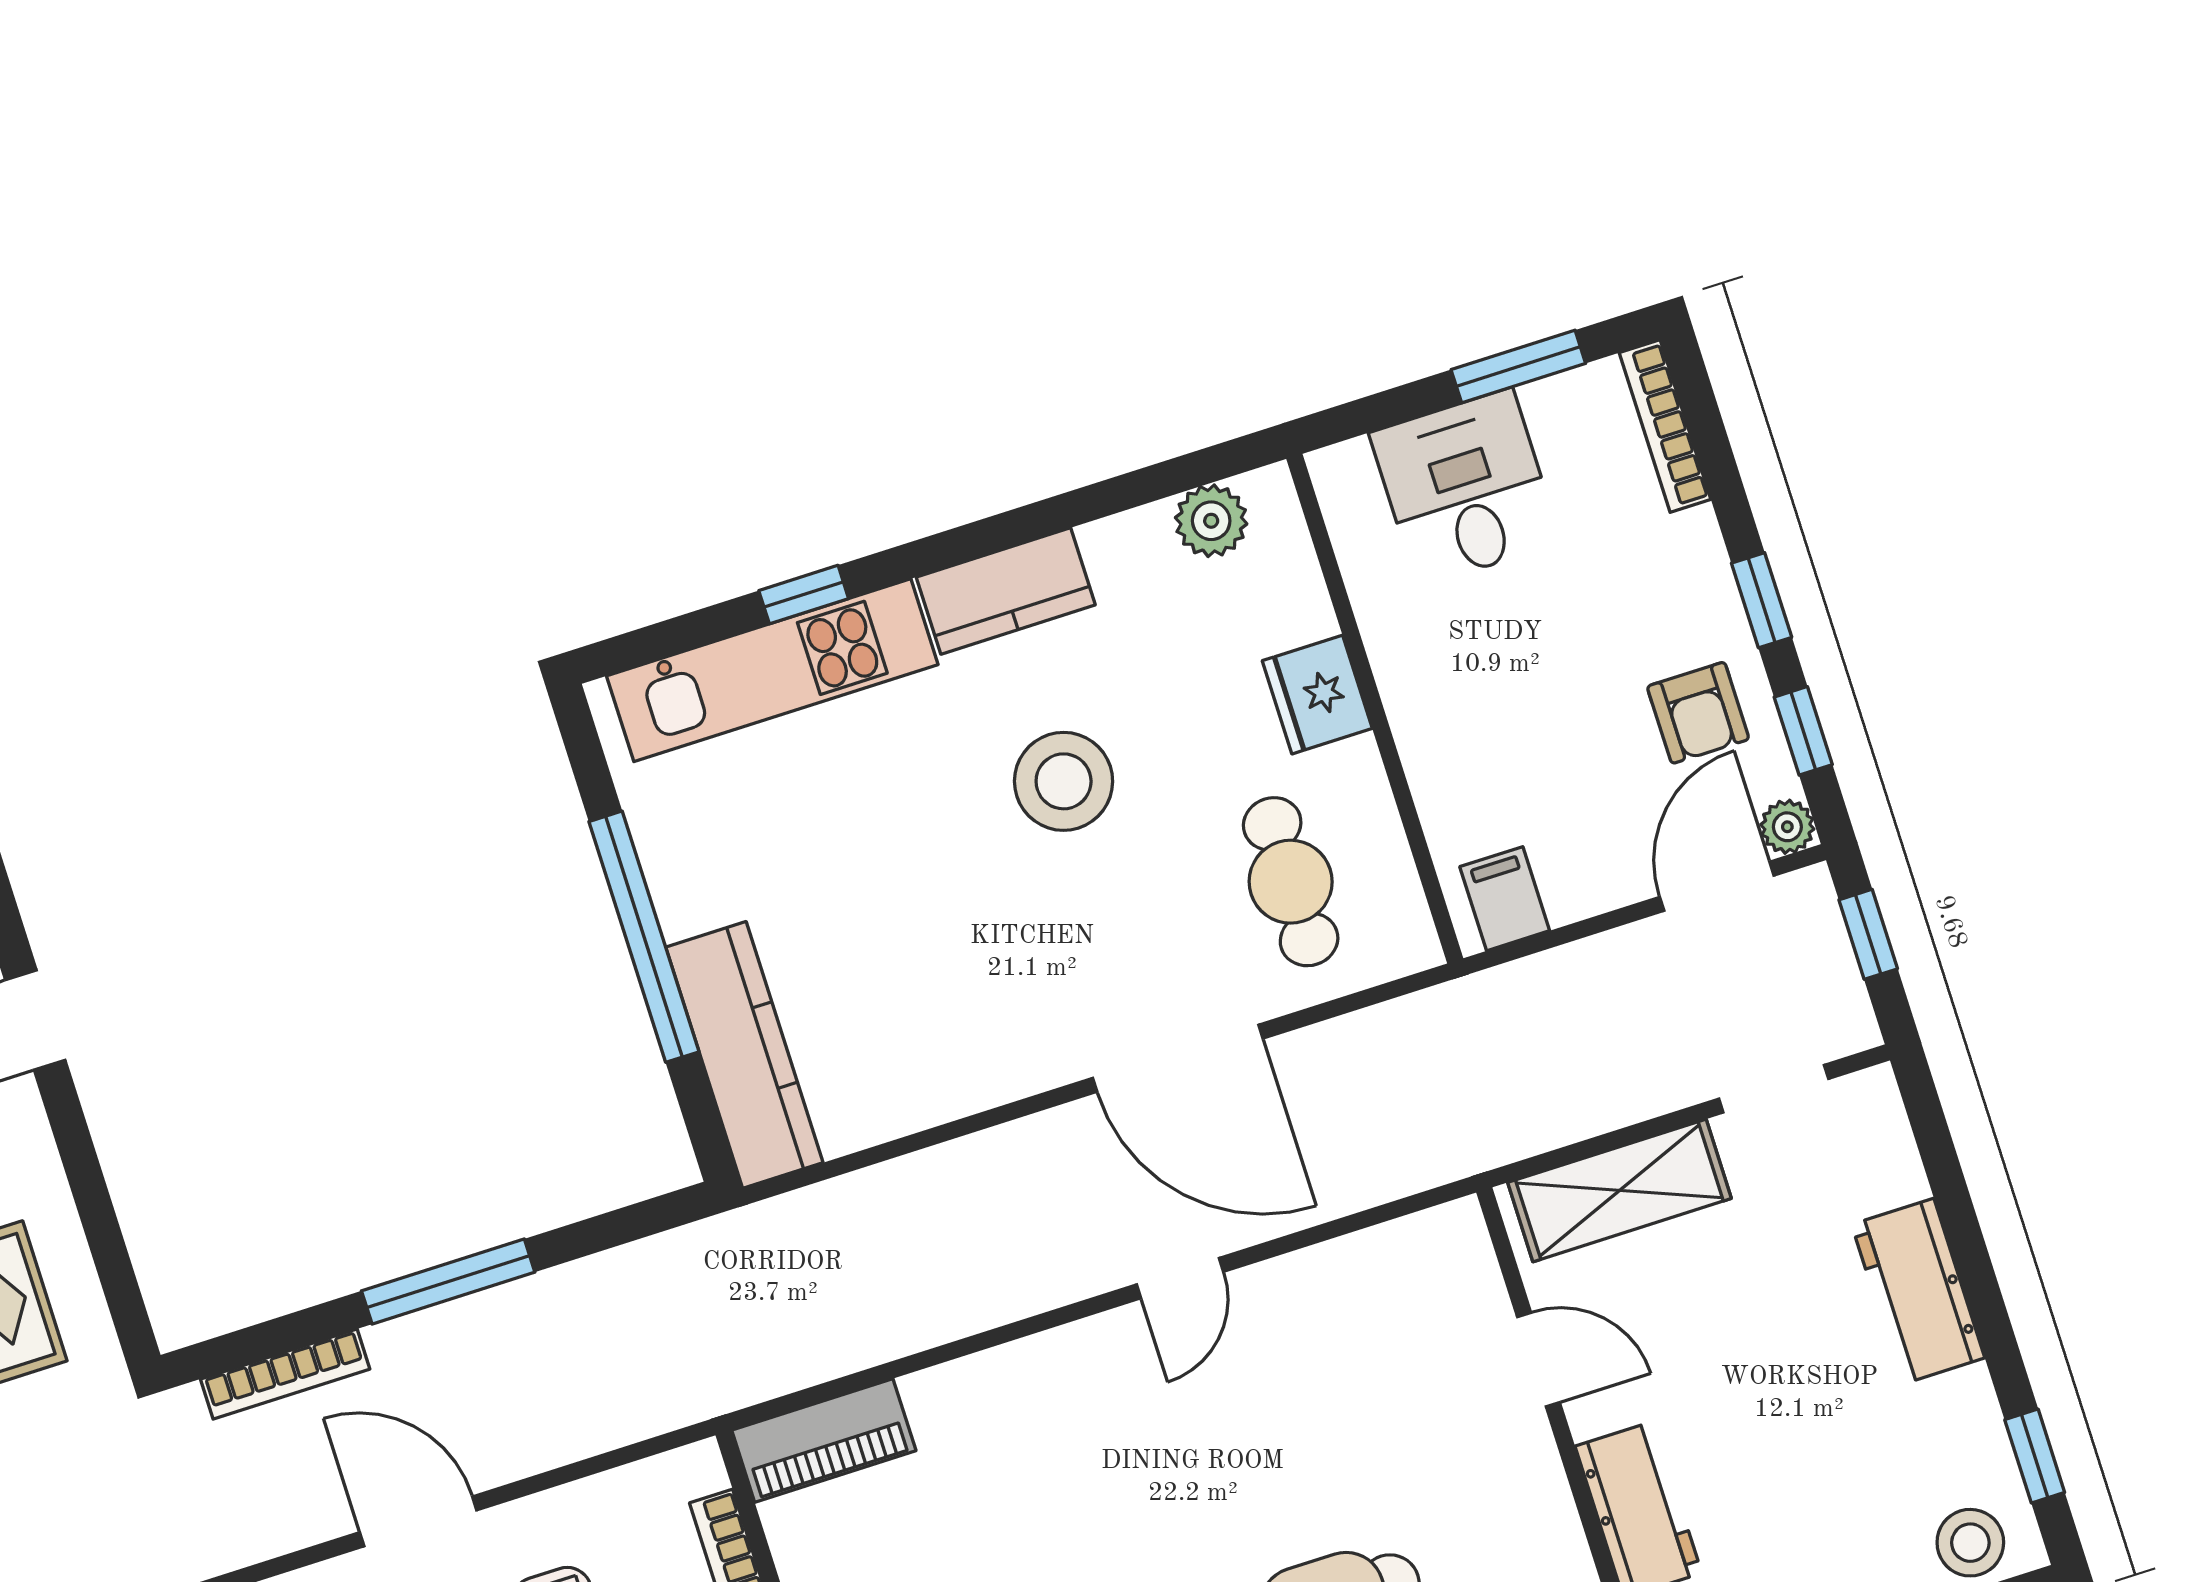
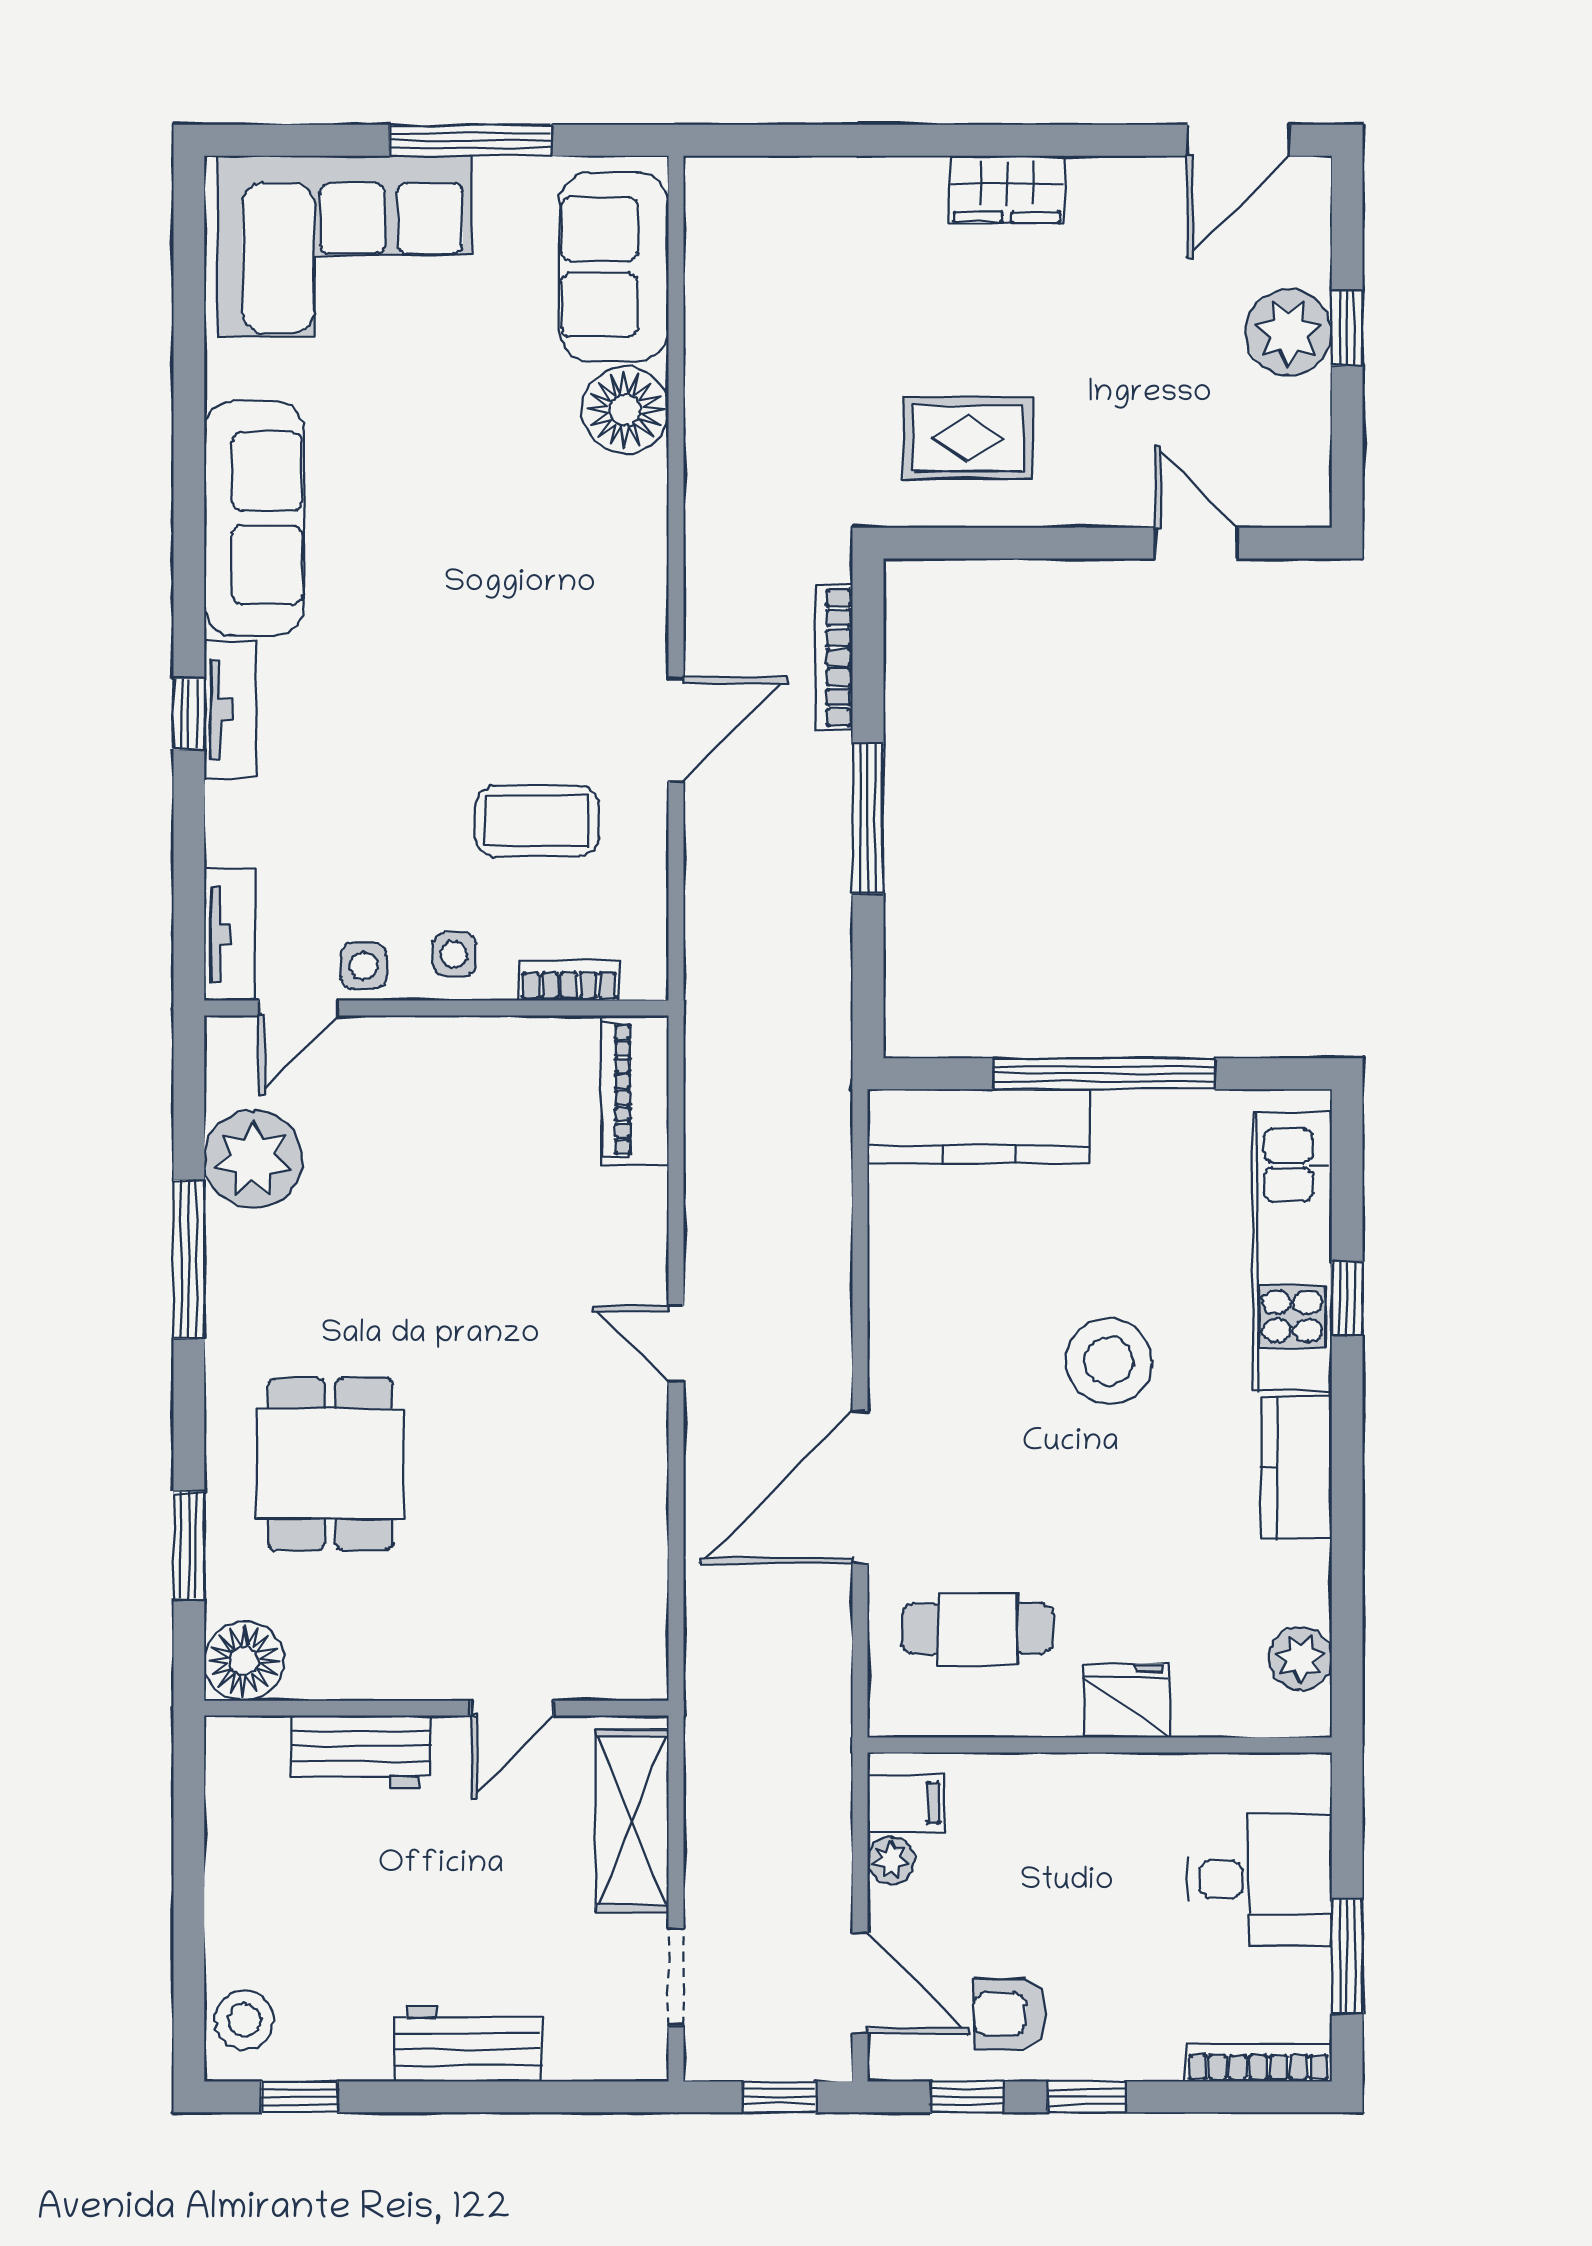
stool: (1064, 781) -> (1109, 1361), moved
plant: (1787, 827) -> (891, 1860), moved
door: (1180, 1278) -> (676, 1344), moved

